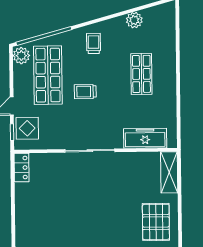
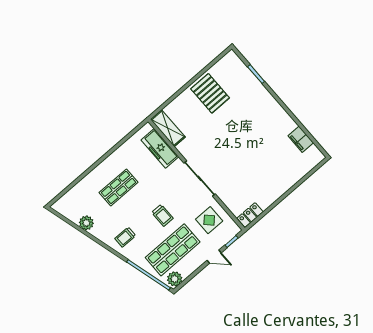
display table: (27, 128) -> (209, 220), moved
shelving: (169, 172) -> (168, 128), moved, turned 90
pallet: (156, 222) -> (210, 93), turned 90

